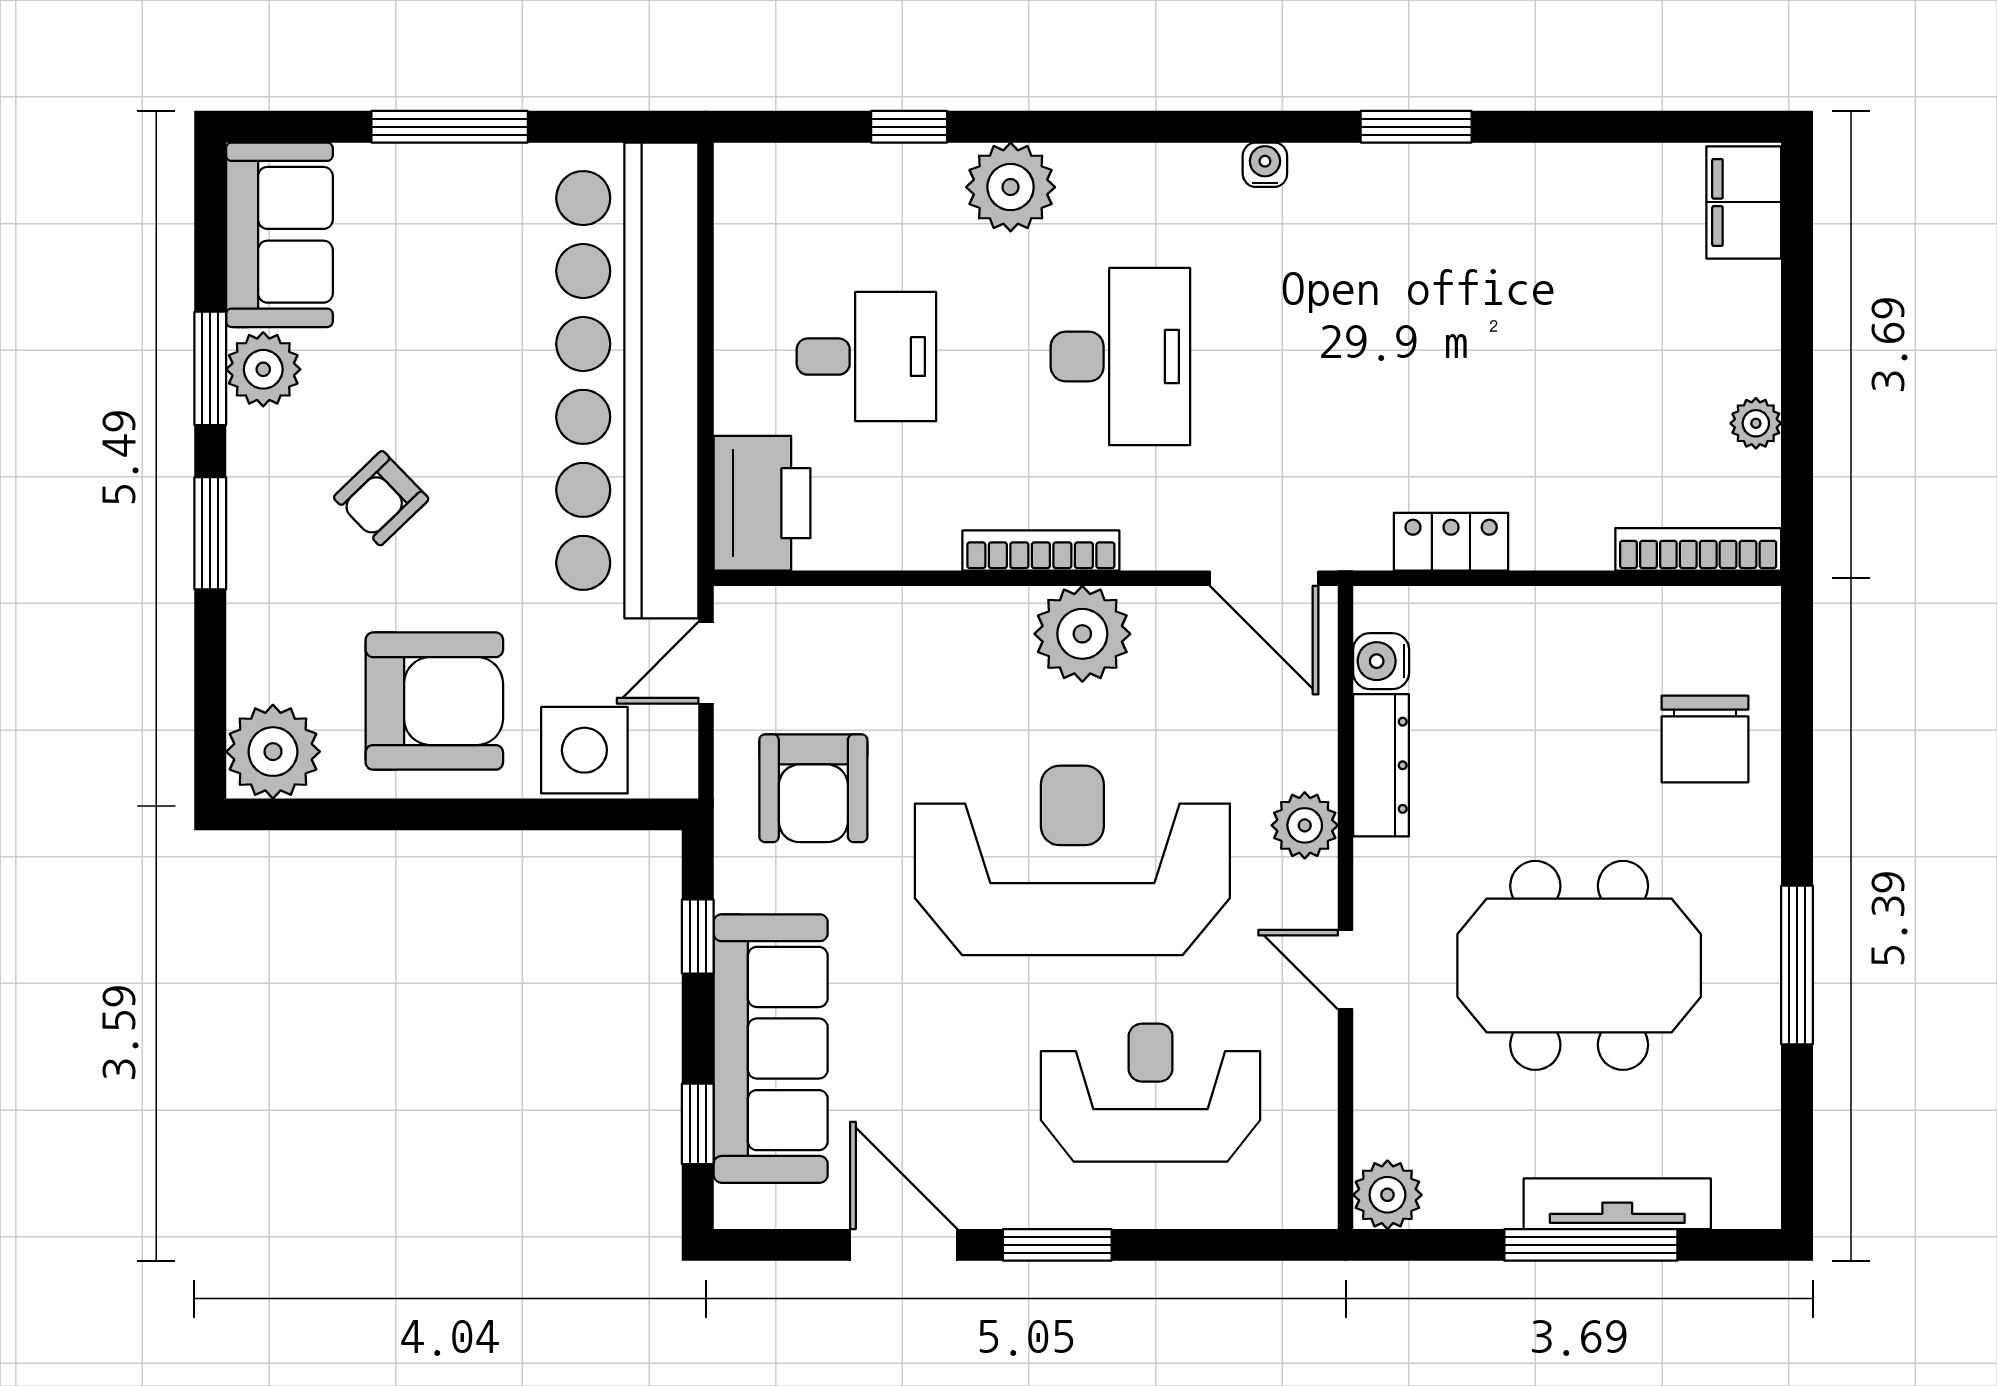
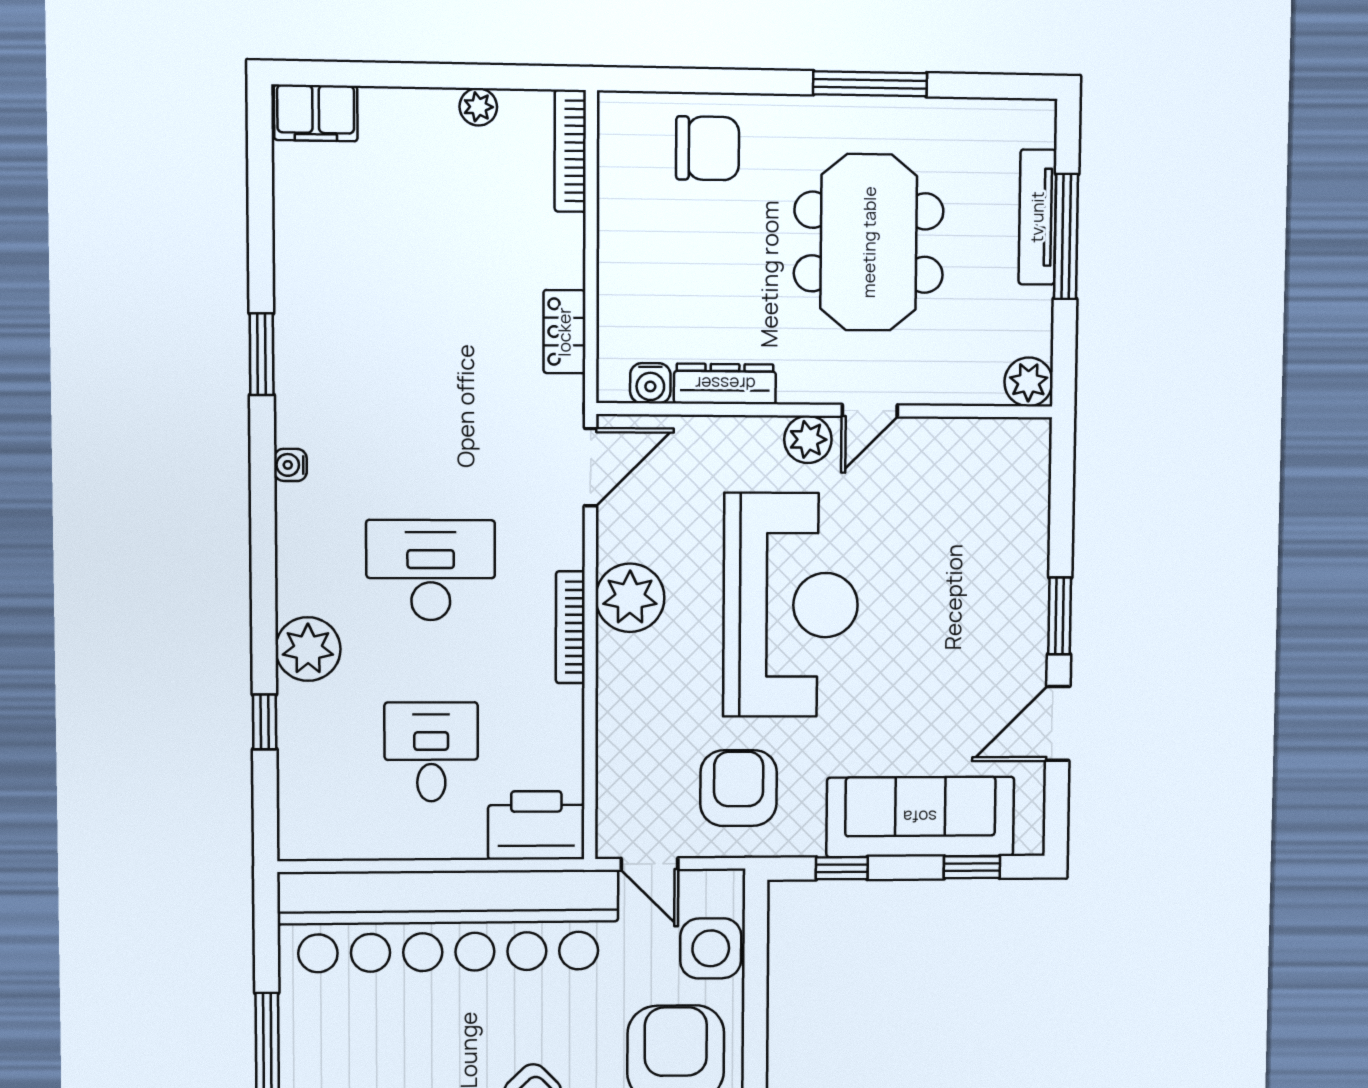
armchair: (813, 788) -> (739, 788), turned -90
plant: (1305, 825) -> (808, 439), moved
reception desk: (1072, 860) -> (791, 605), turned 180
reception desk: (1151, 1093) -> (955, 550), removed

